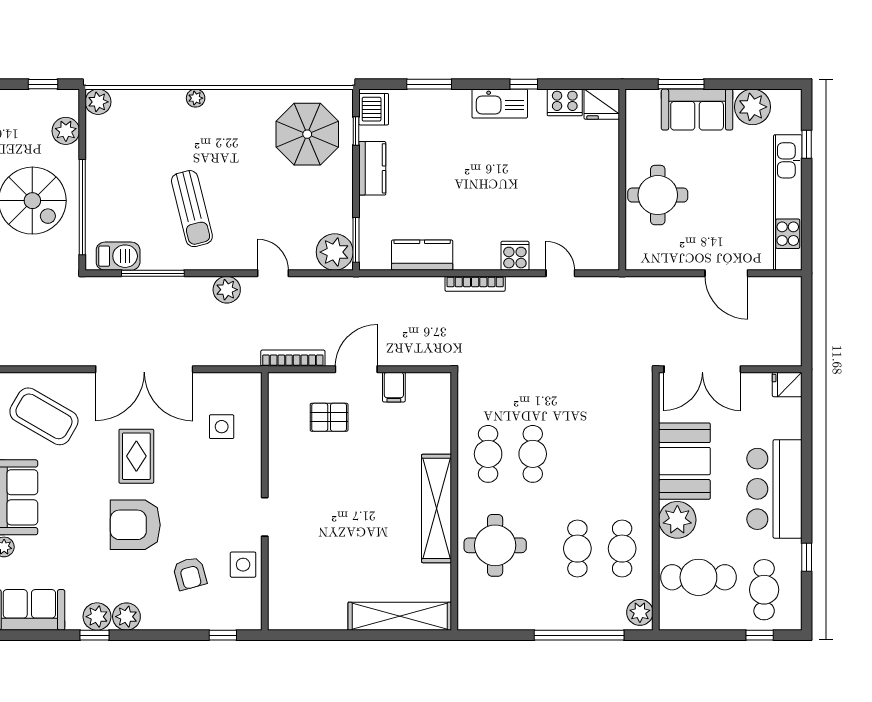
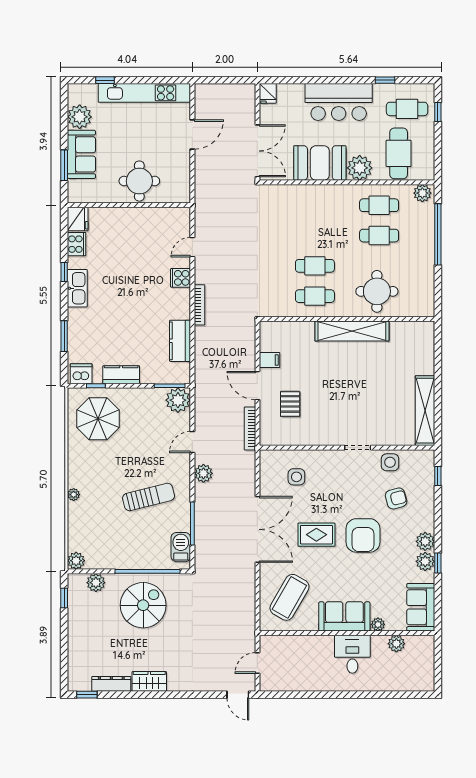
shelving: (400, 616) -> (425, 411), moved

